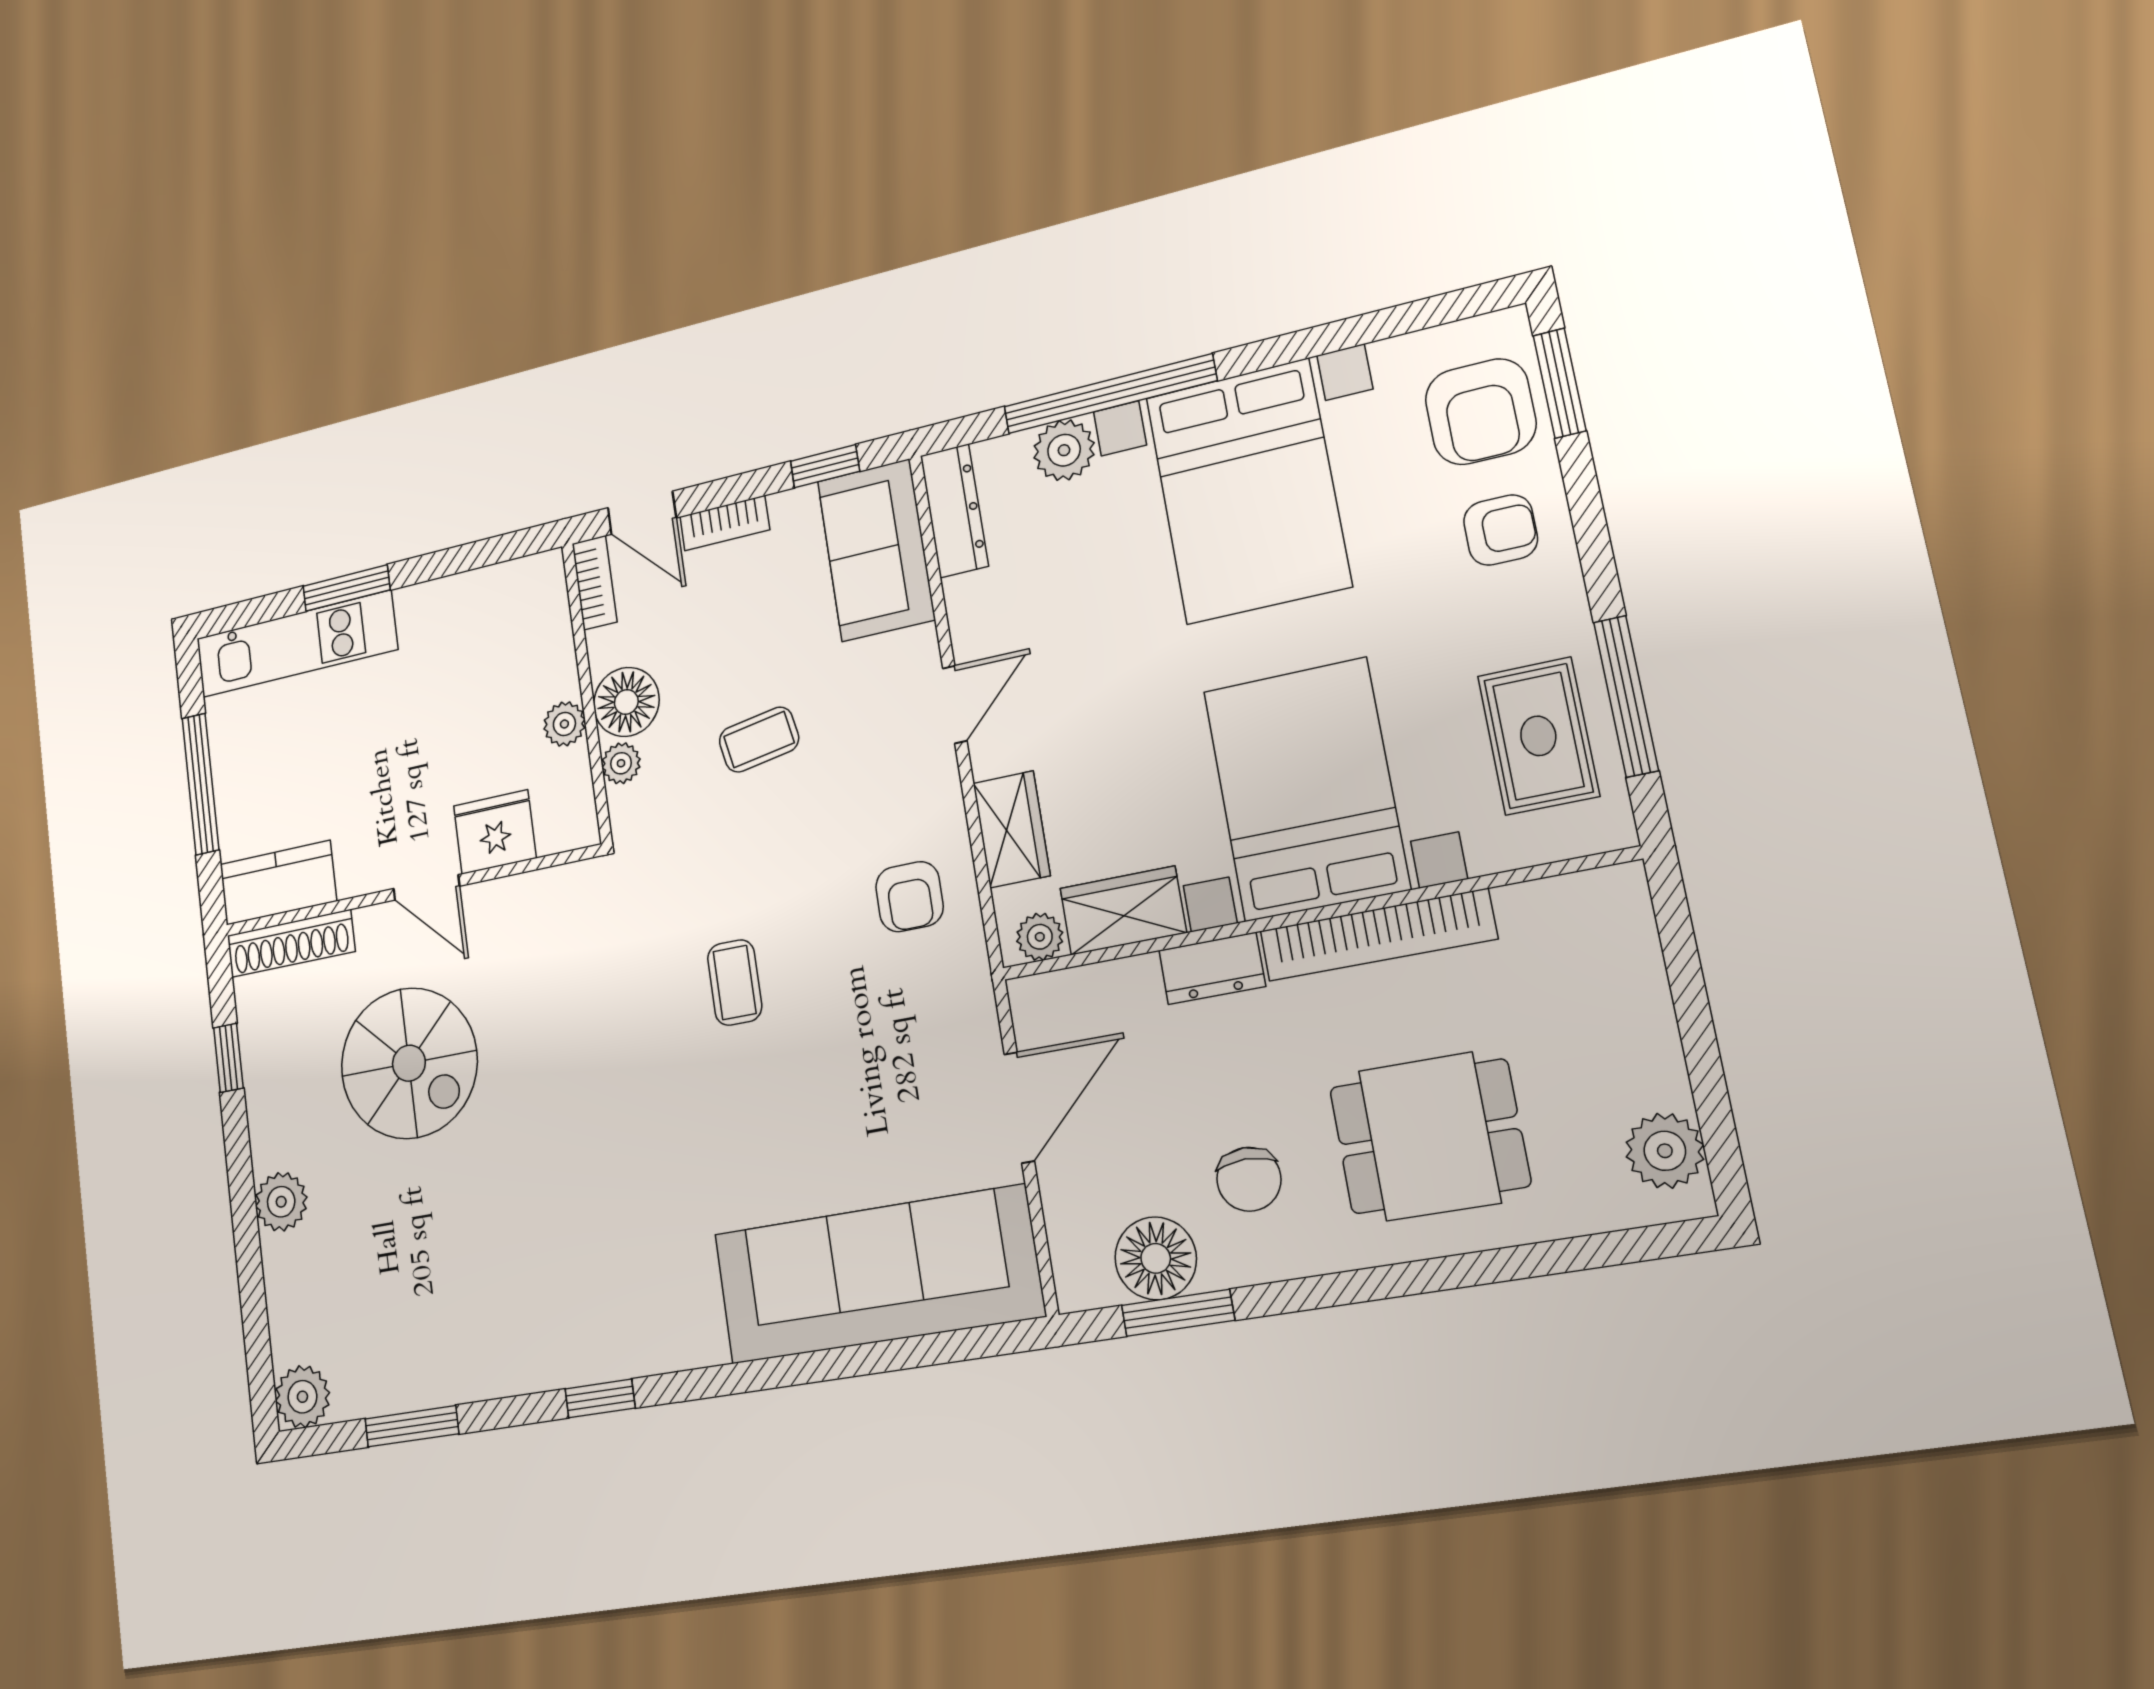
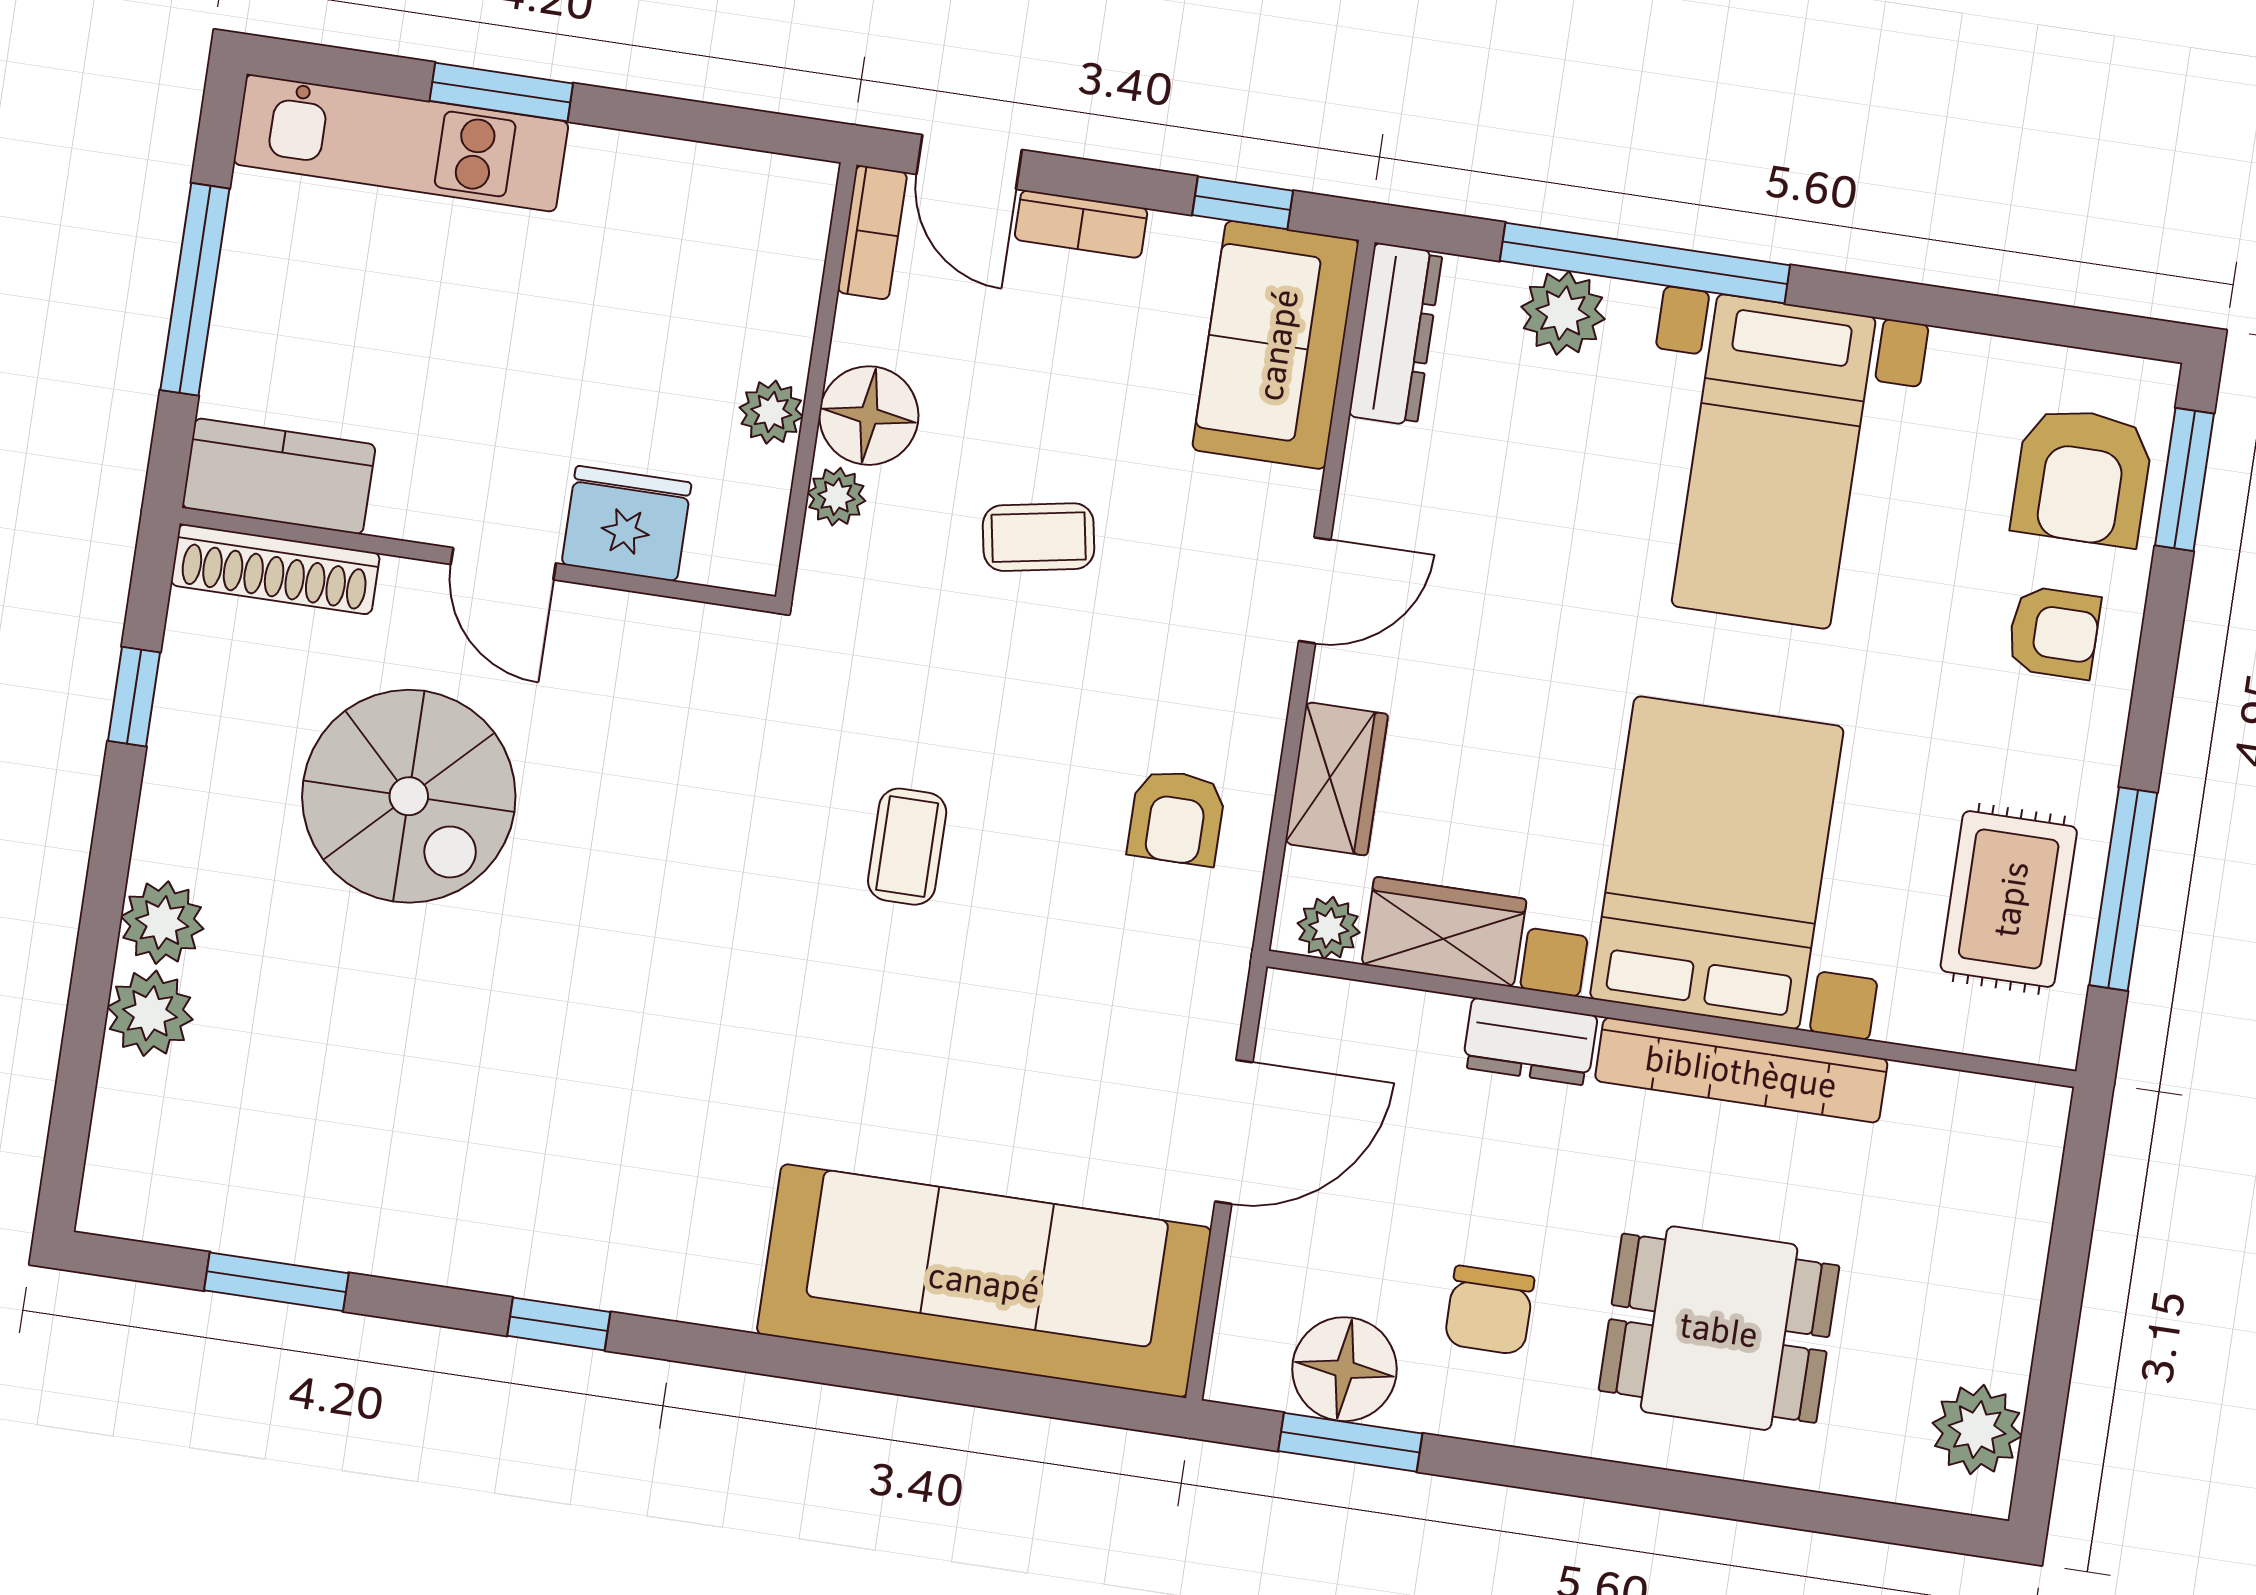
bed with nightstands: (1248, 491) -> (1774, 462), width x0.73
plant: (302, 1397) -> (150, 1013), moved

